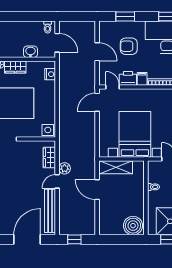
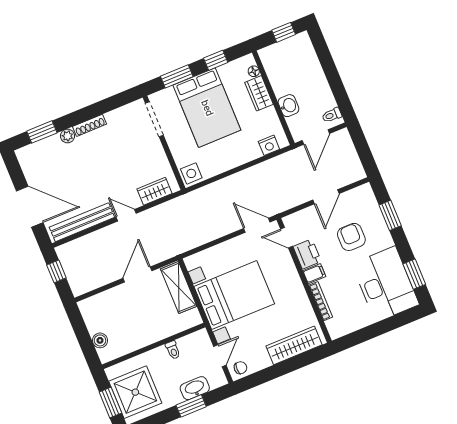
door: (113, 87) -> (287, 238), swing flipped
plant: (65, 168) -> (148, 218), removed
boiler: (133, 226) -> (100, 340), width x0.54, depth x0.54

